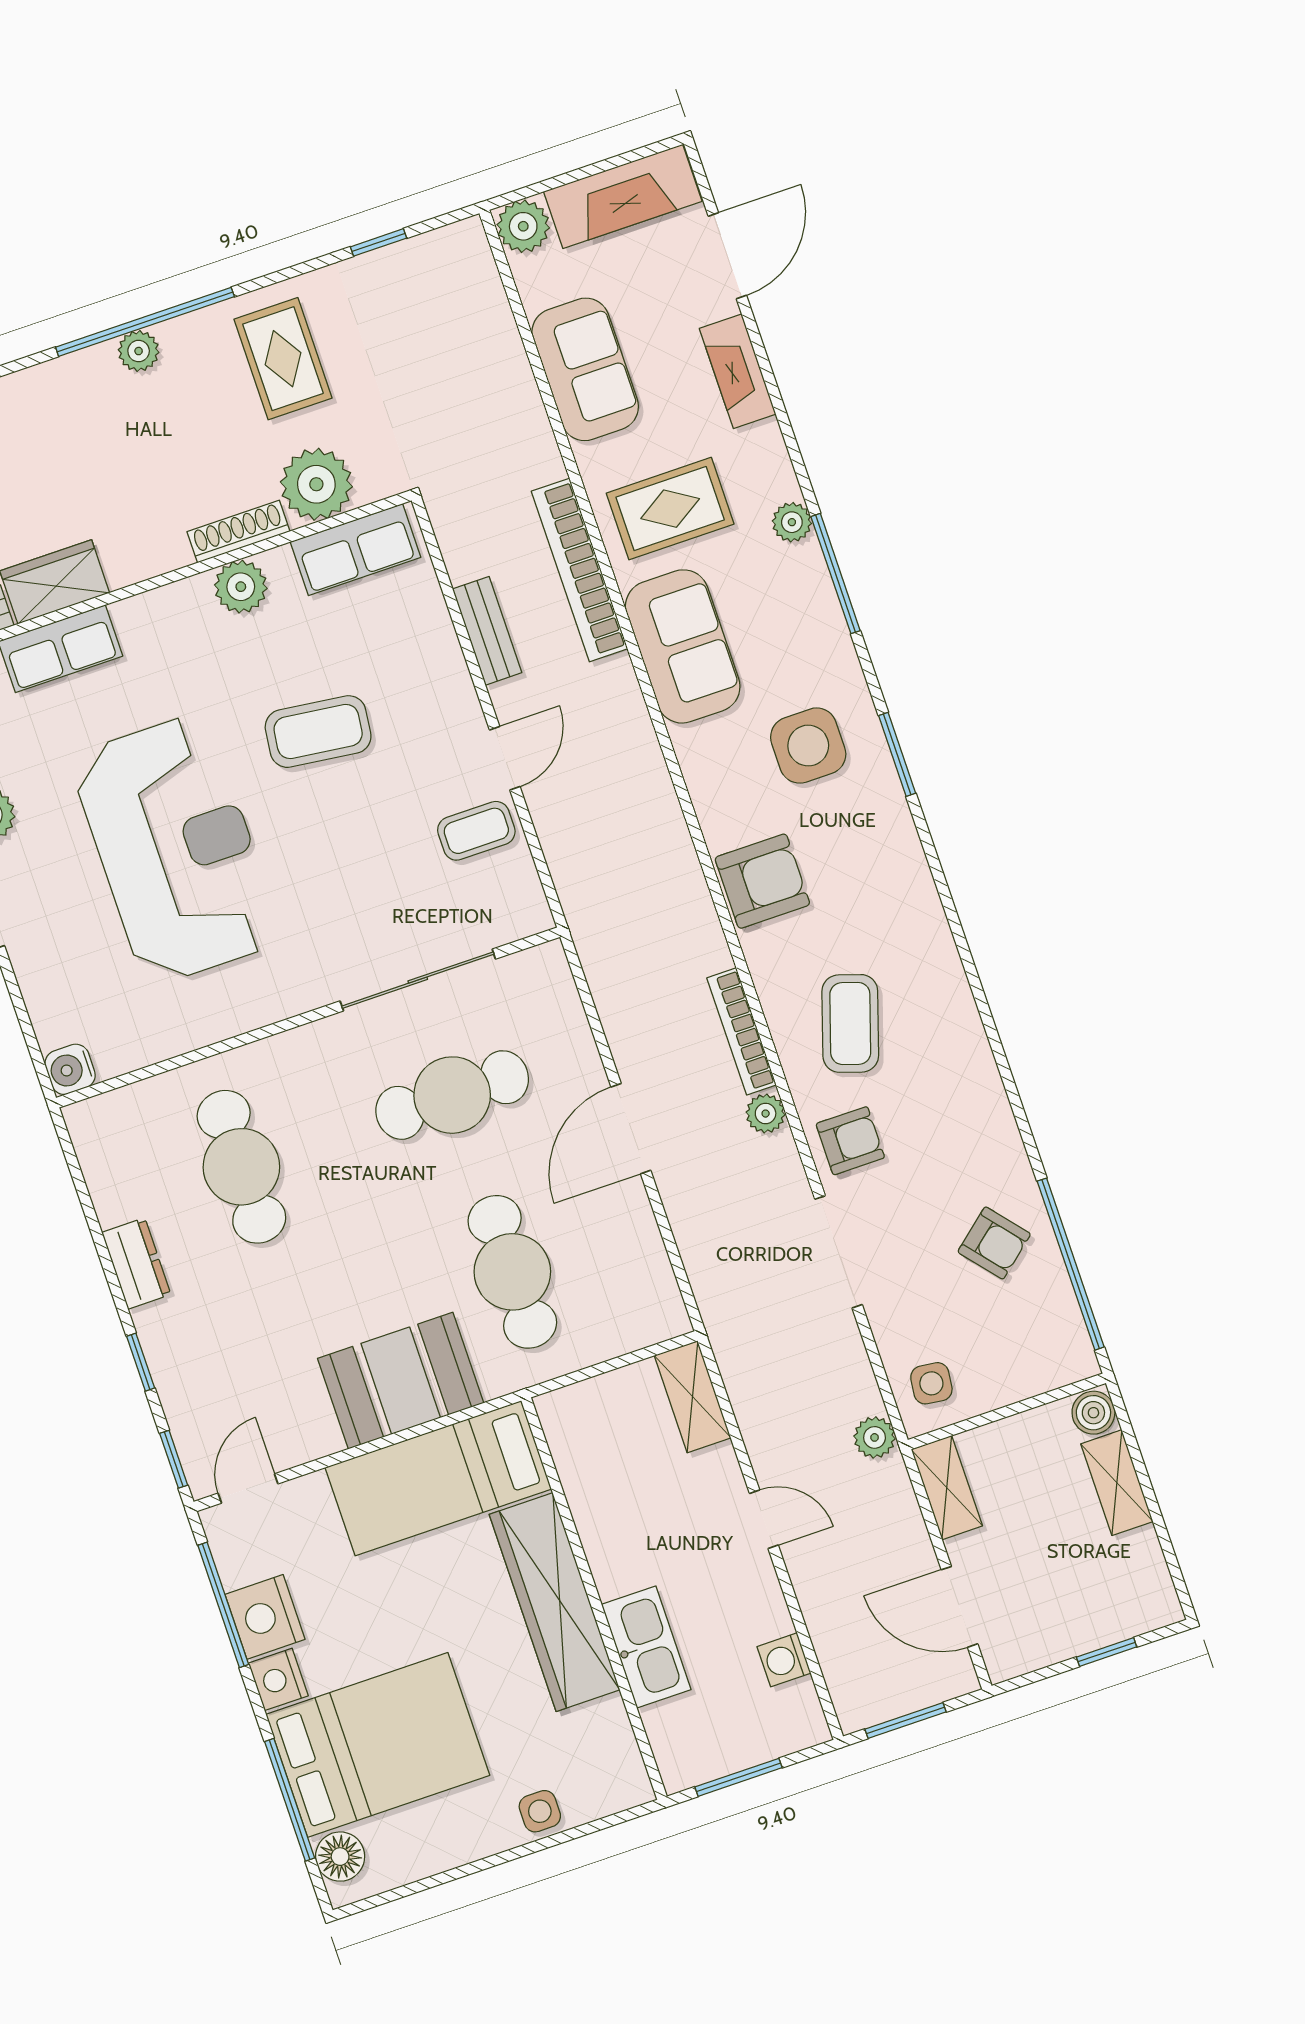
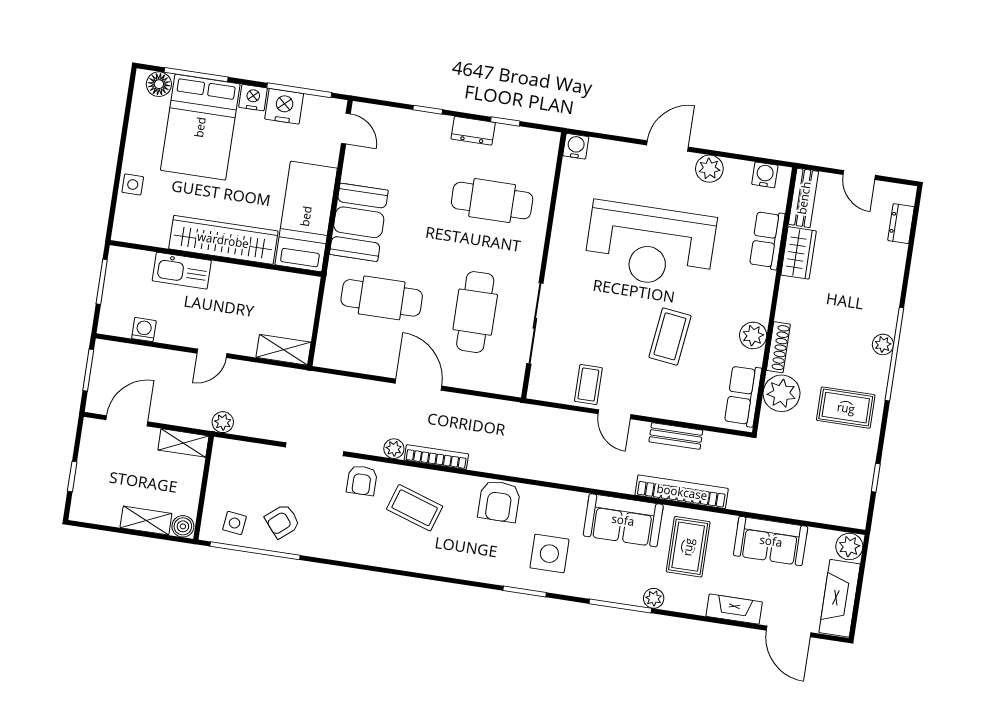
side table: (931, 1383) -> (235, 523), moved
window: (174, 1459) -> (505, 121), moved

